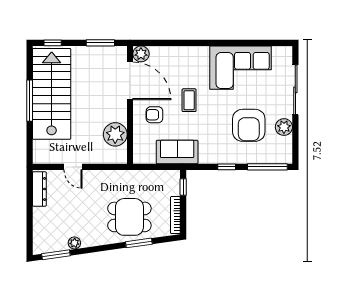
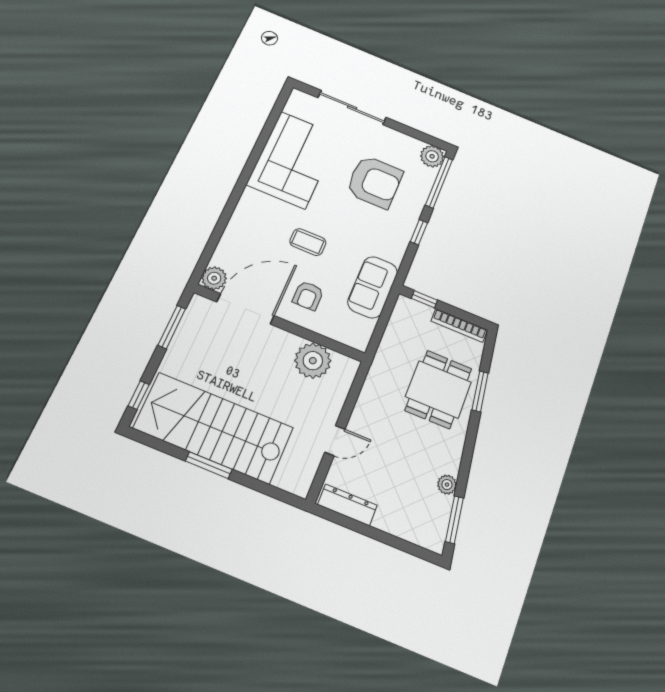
window: (30, 101) -> (209, 465), width x0.69
plant: (284, 127) -> (432, 156), moved

